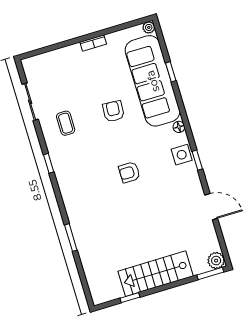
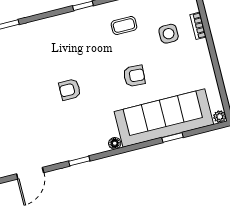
bookcase: (93, 43) -> (198, 26), moved
side table: (182, 155) -> (169, 34), moved
armchair: (129, 172) -> (70, 90), turned -90

